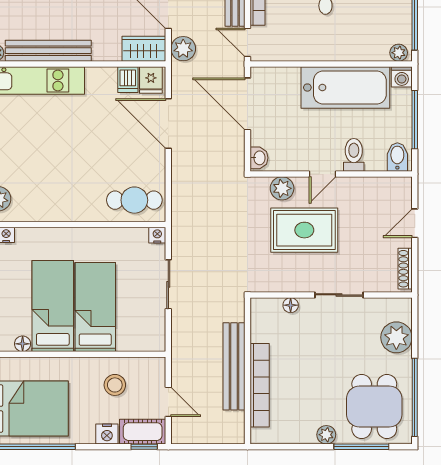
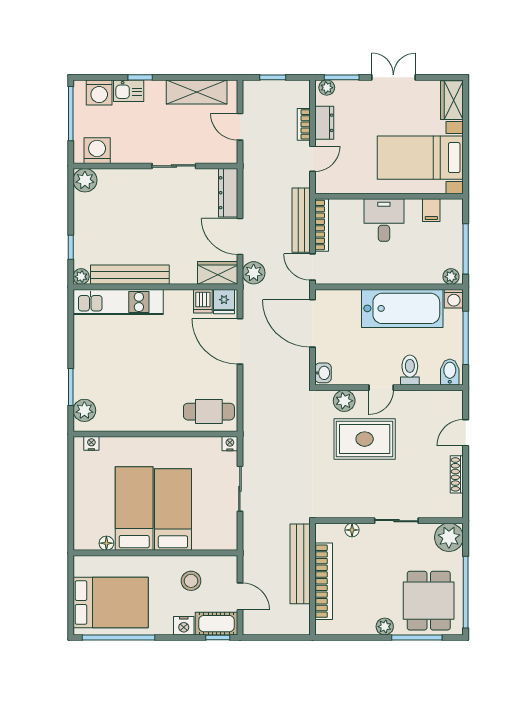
wall: (331, 295) -> (389, 521), moved
sliding door: (339, 295) -> (396, 521), moved
floor lamp: (291, 305) -> (352, 530), moved

